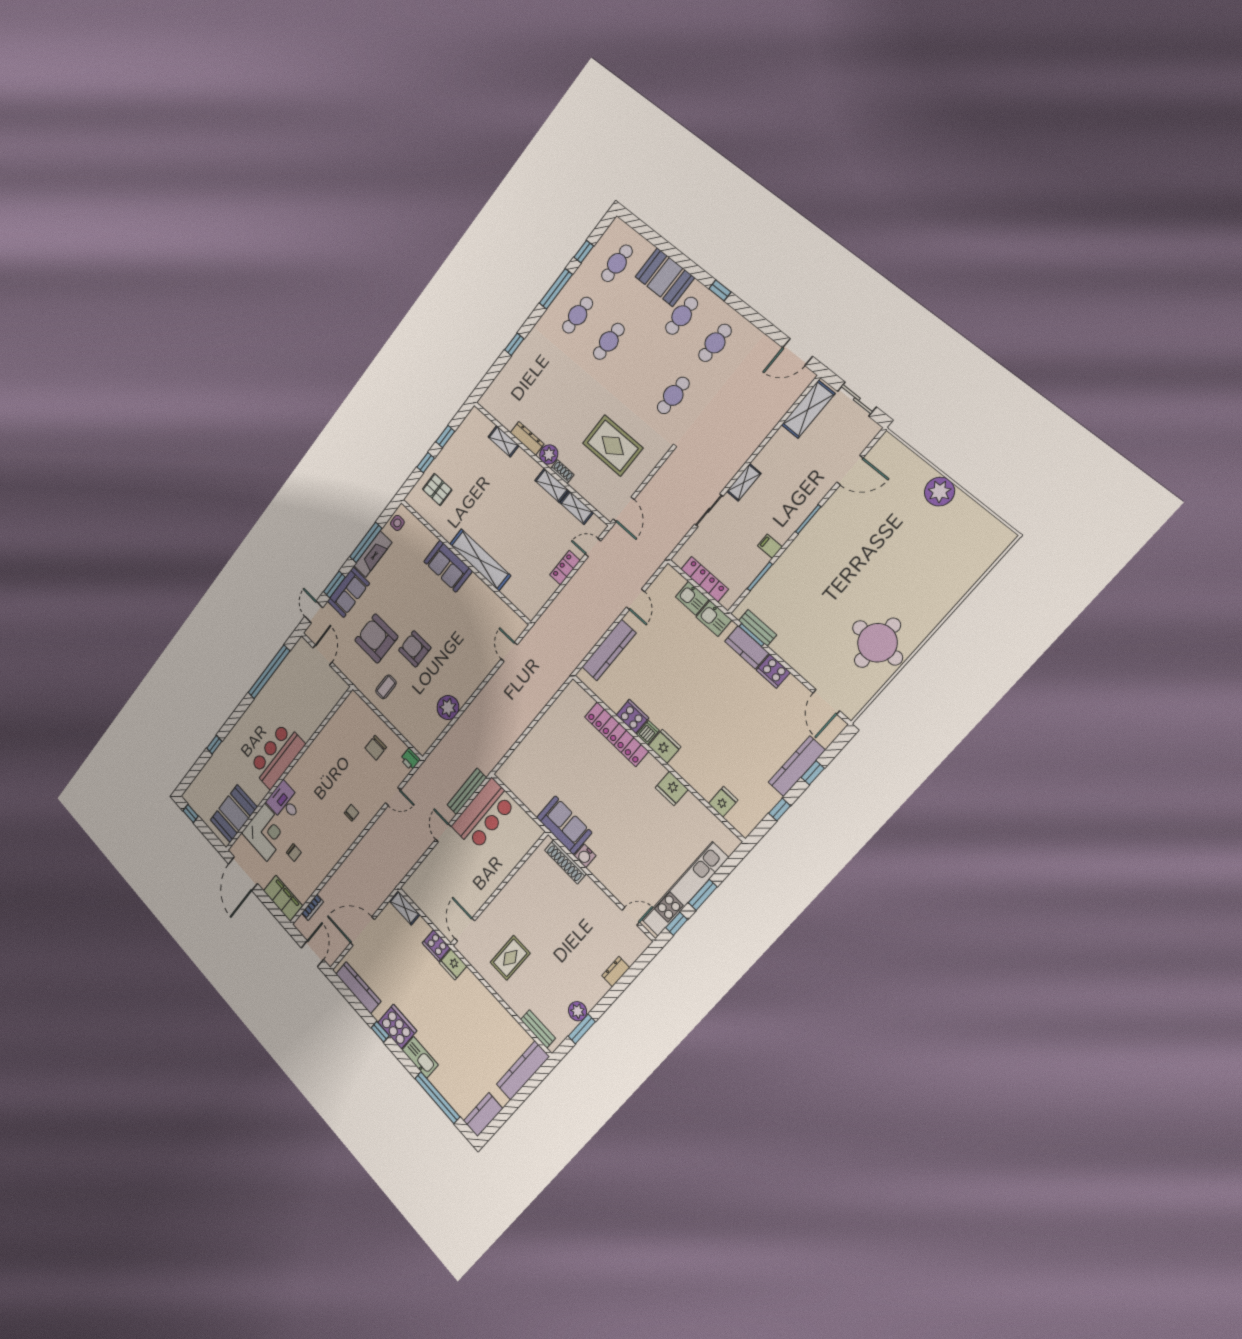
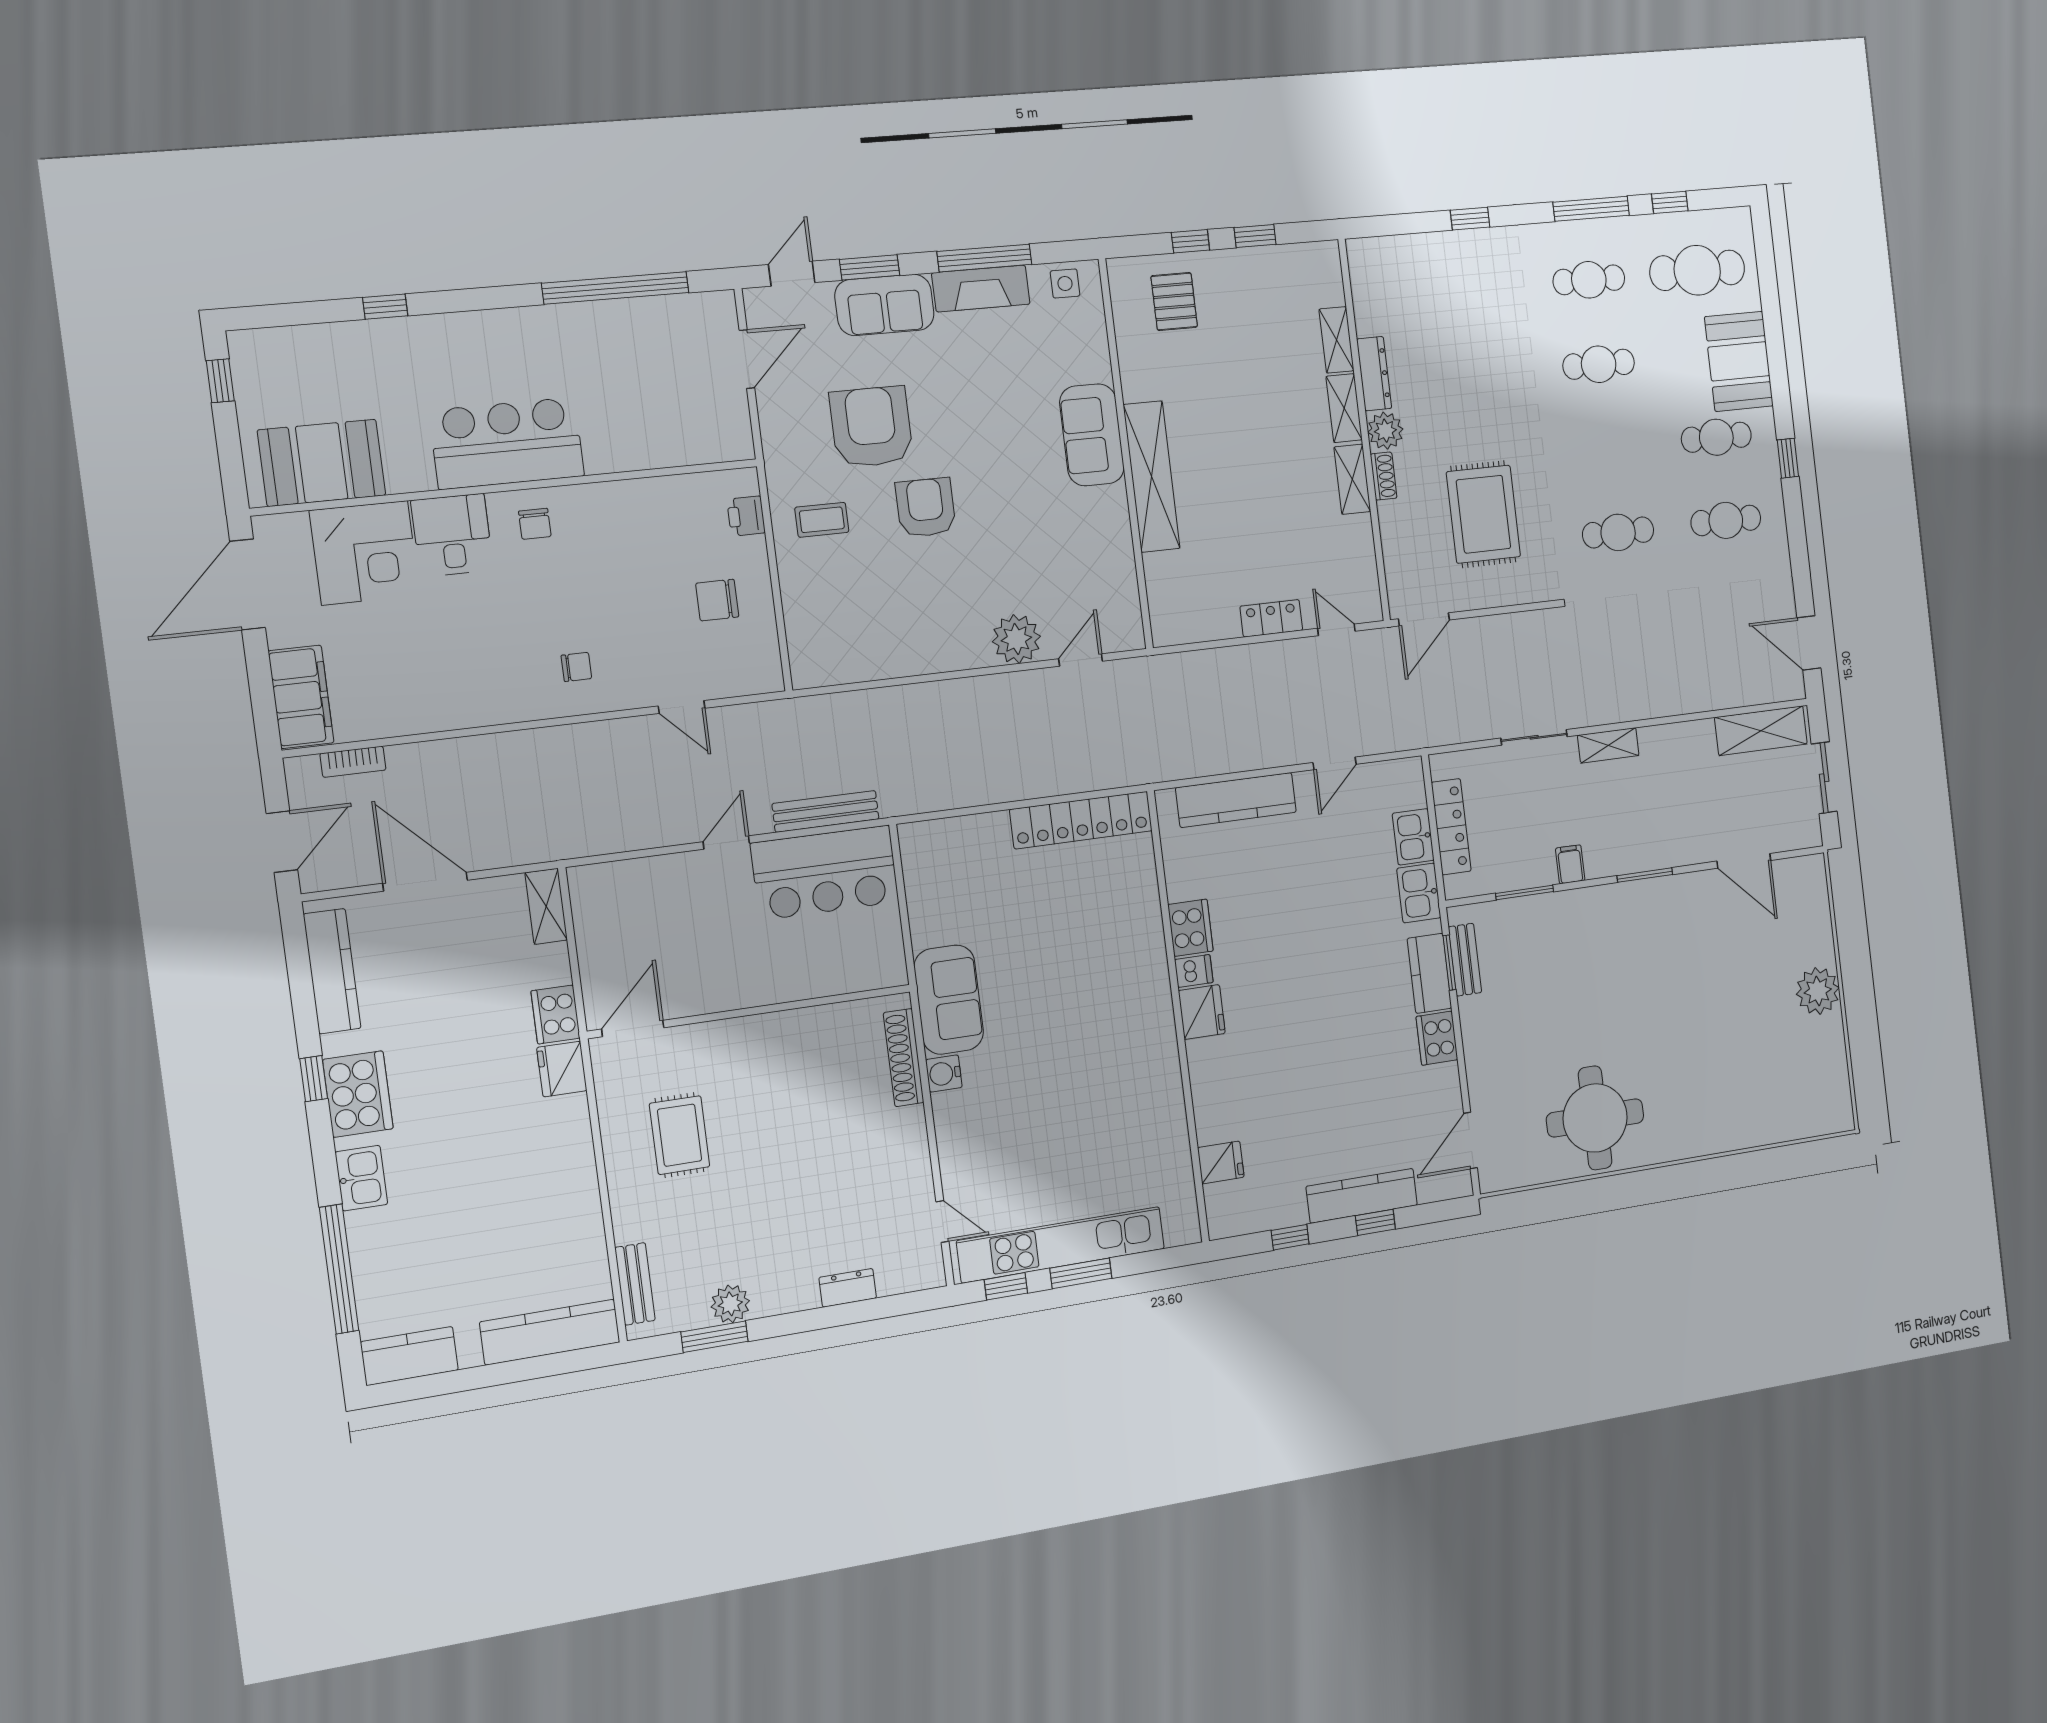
cafe table: (617, 263) -> (1697, 270), width x1.37, depth x1.35
shelving: (577, 508) -> (1344, 408), moved
plant: (448, 708) -> (1016, 639), moved
locker: (616, 734) -> (1081, 820), moved, turned -90
printer: (410, 759) -> (746, 516), moved
fridge: (672, 789) -> (1162, 1082), removed
chair: (294, 853) -> (535, 524), moved
rug: (510, 958) -> (680, 1135), turned 90
kitchen sink: (420, 1057) -> (361, 1178), width x0.73

